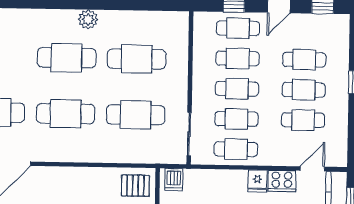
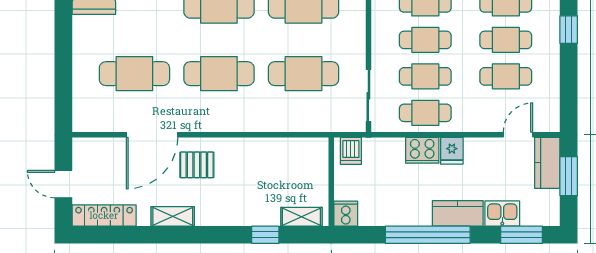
cooker: (282, 181) -> (422, 150), moved
pallet: (135, 186) -> (197, 165), moved

